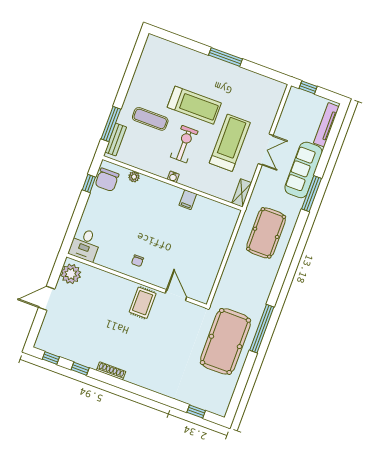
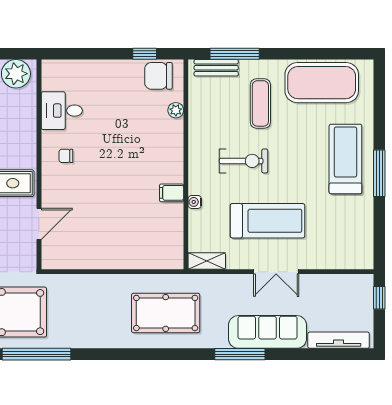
exercise mat: (151, 73) -> (322, 83), added
treadmill: (194, 105) -> (345, 159), moved, turned 180
water cooler: (173, 177) -> (195, 202), moved
desk: (85, 245) -> (62, 111), moved

